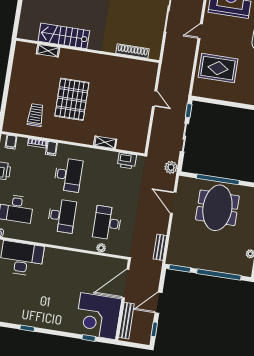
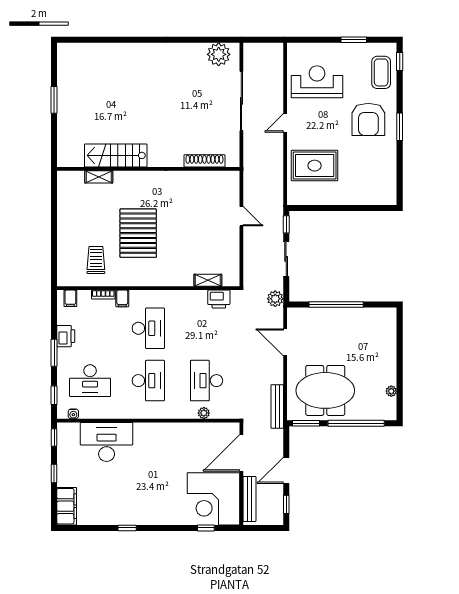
shelving: (105, 142) -> (208, 280), moved
meeting table: (217, 208) -> (325, 390), moved, turned 90
bench: (160, 247) -> (277, 407), width x1.36

